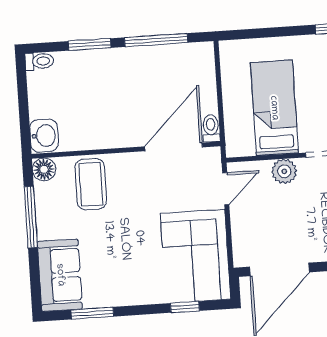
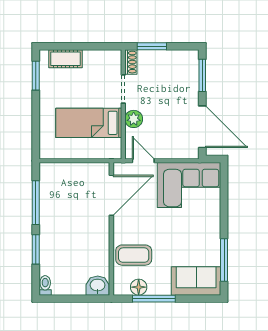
toilet: (211, 128) -> (100, 168), removed
door: (174, 147) -> (111, 195), swing flipped
floor lamp: (44, 169) -> (139, 287), moved
window: (185, 307) -> (224, 195), removed
window: (92, 313) -> (224, 260), width x1.44

